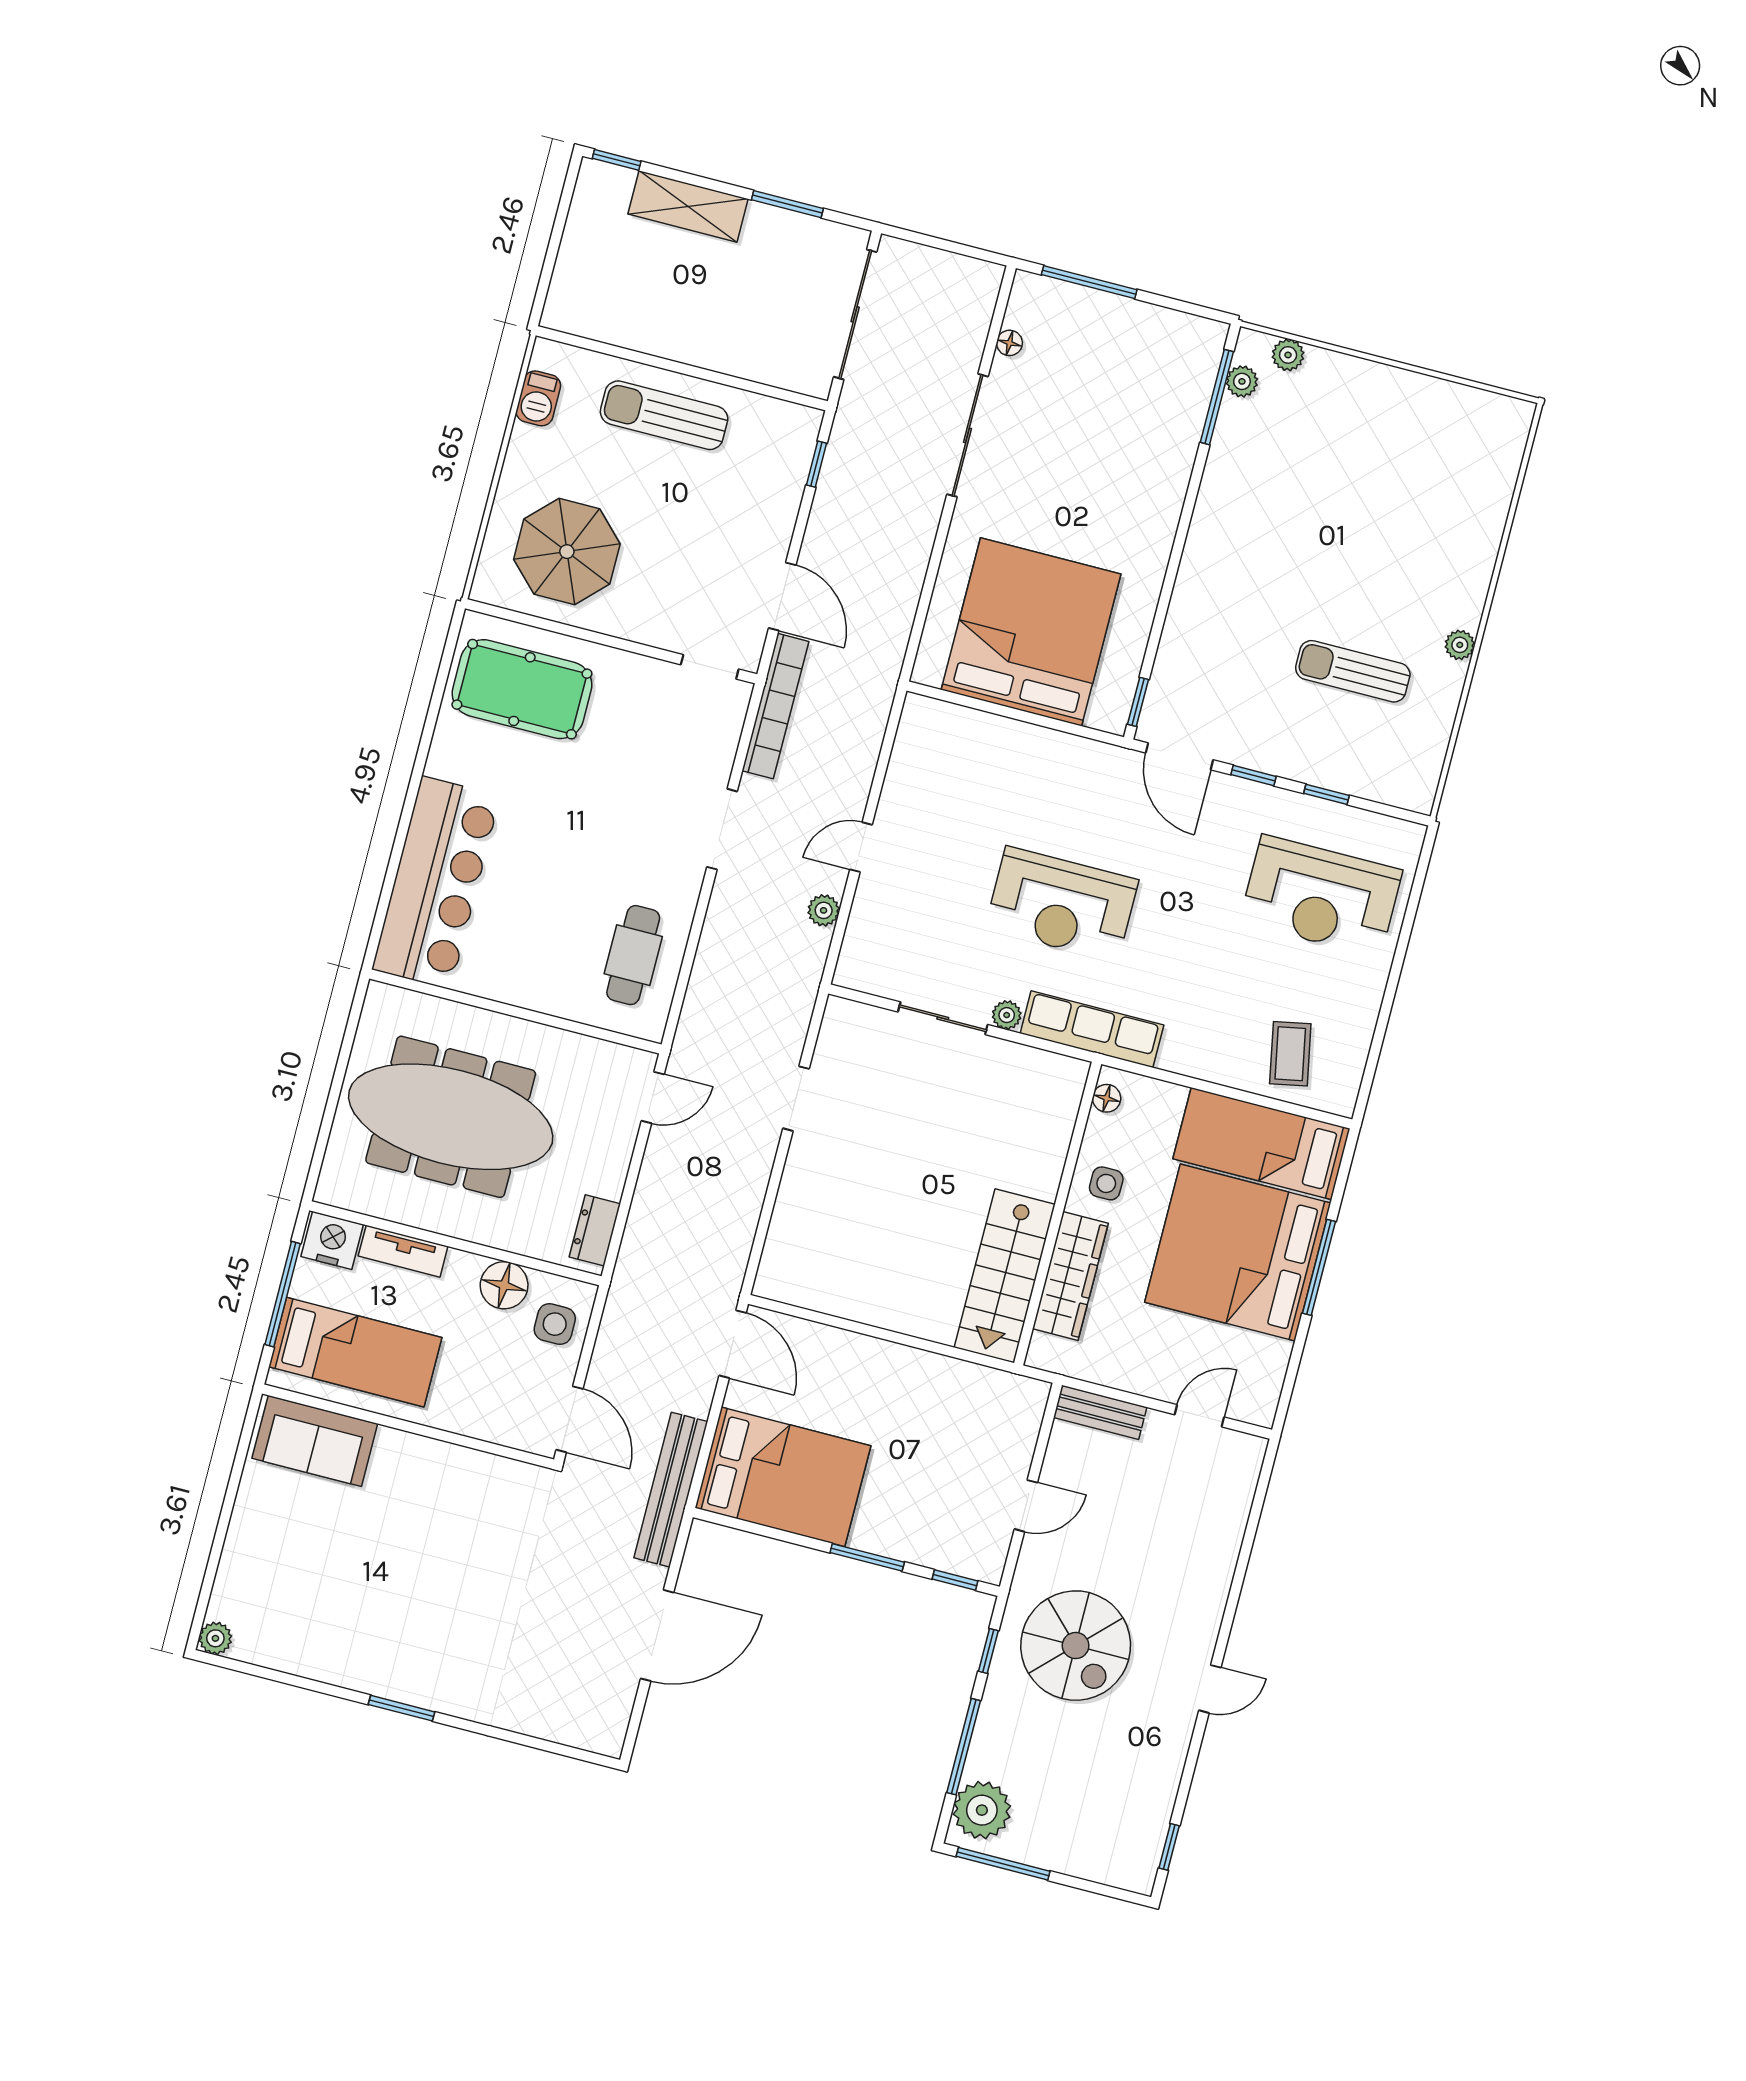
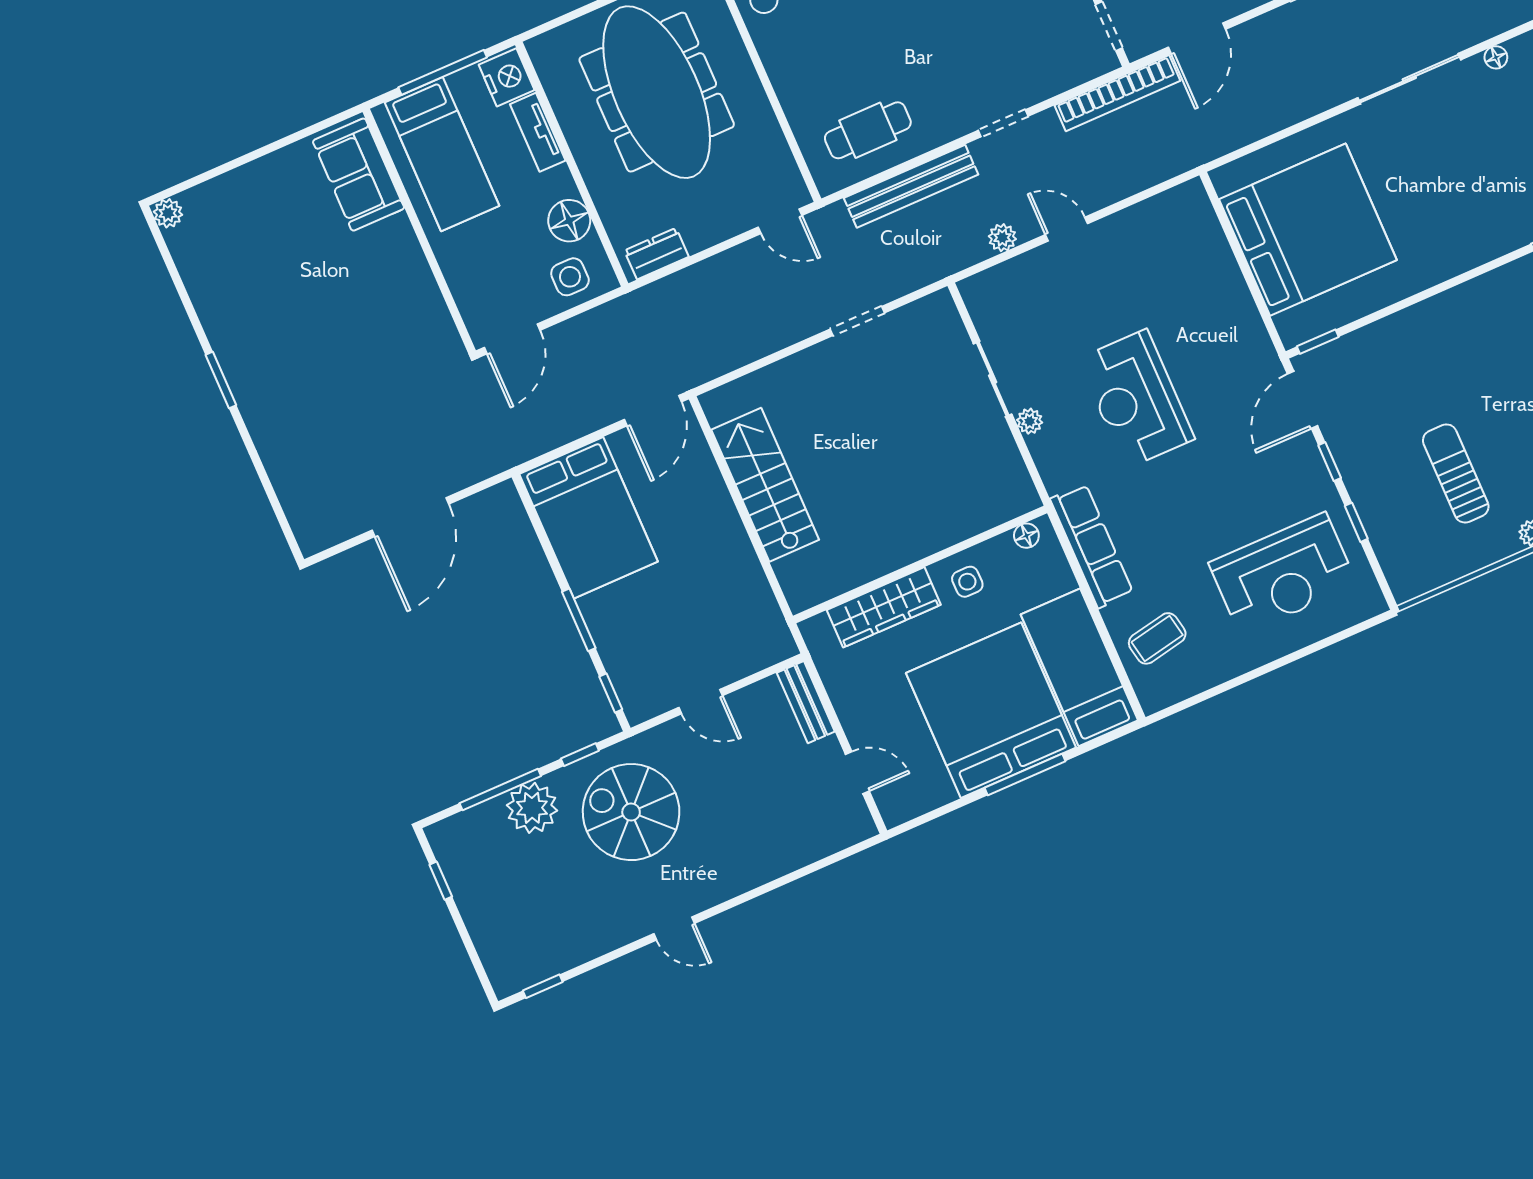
doorway: (722, 829) -> (1003, 123), width x0.73
reception desk: (1321, 896) -> (1283, 574), turned -90
row of seats: (1092, 1029) -> (1092, 546), moved
stairs: (1005, 1276) -> (765, 485), moved, turned 90
bench: (671, 1490) -> (911, 186), moved
door: (657, 1635) -> (410, 517), hinge flipped
spiral stairs: (1076, 1646) -> (631, 812), turned 90
plant: (982, 1810) -> (532, 808), moved
window: (1003, 1864) -> (441, 881), width x0.46

